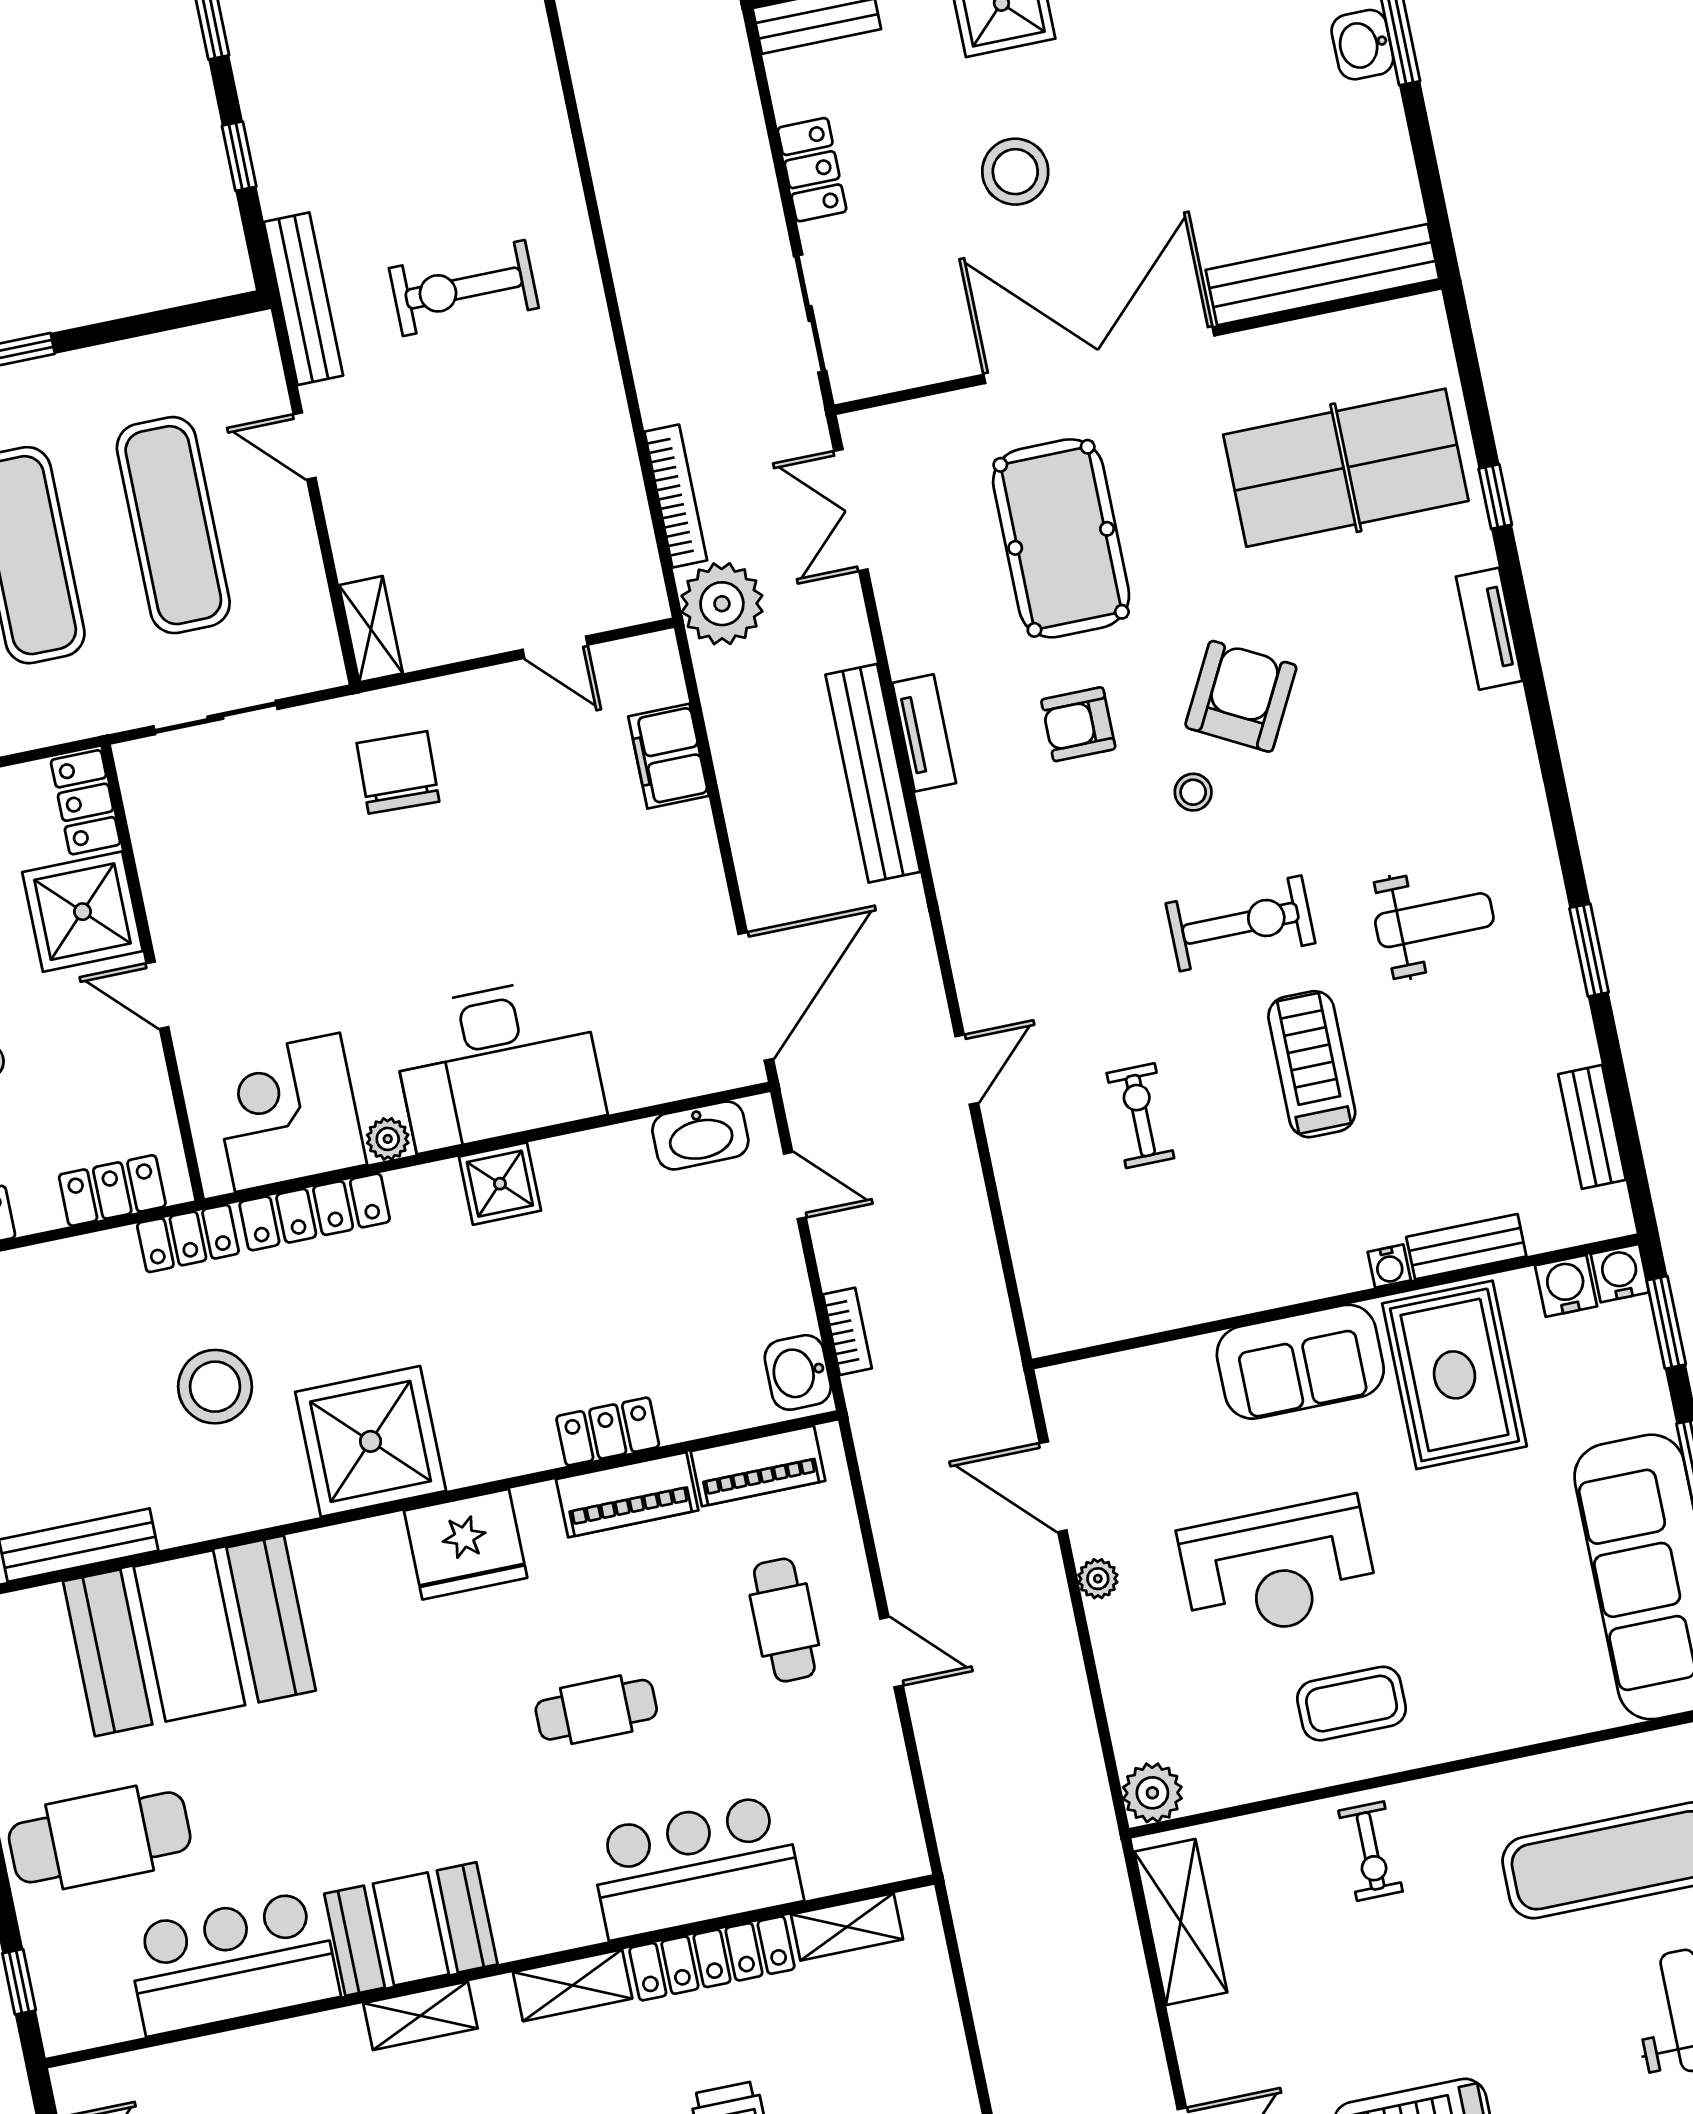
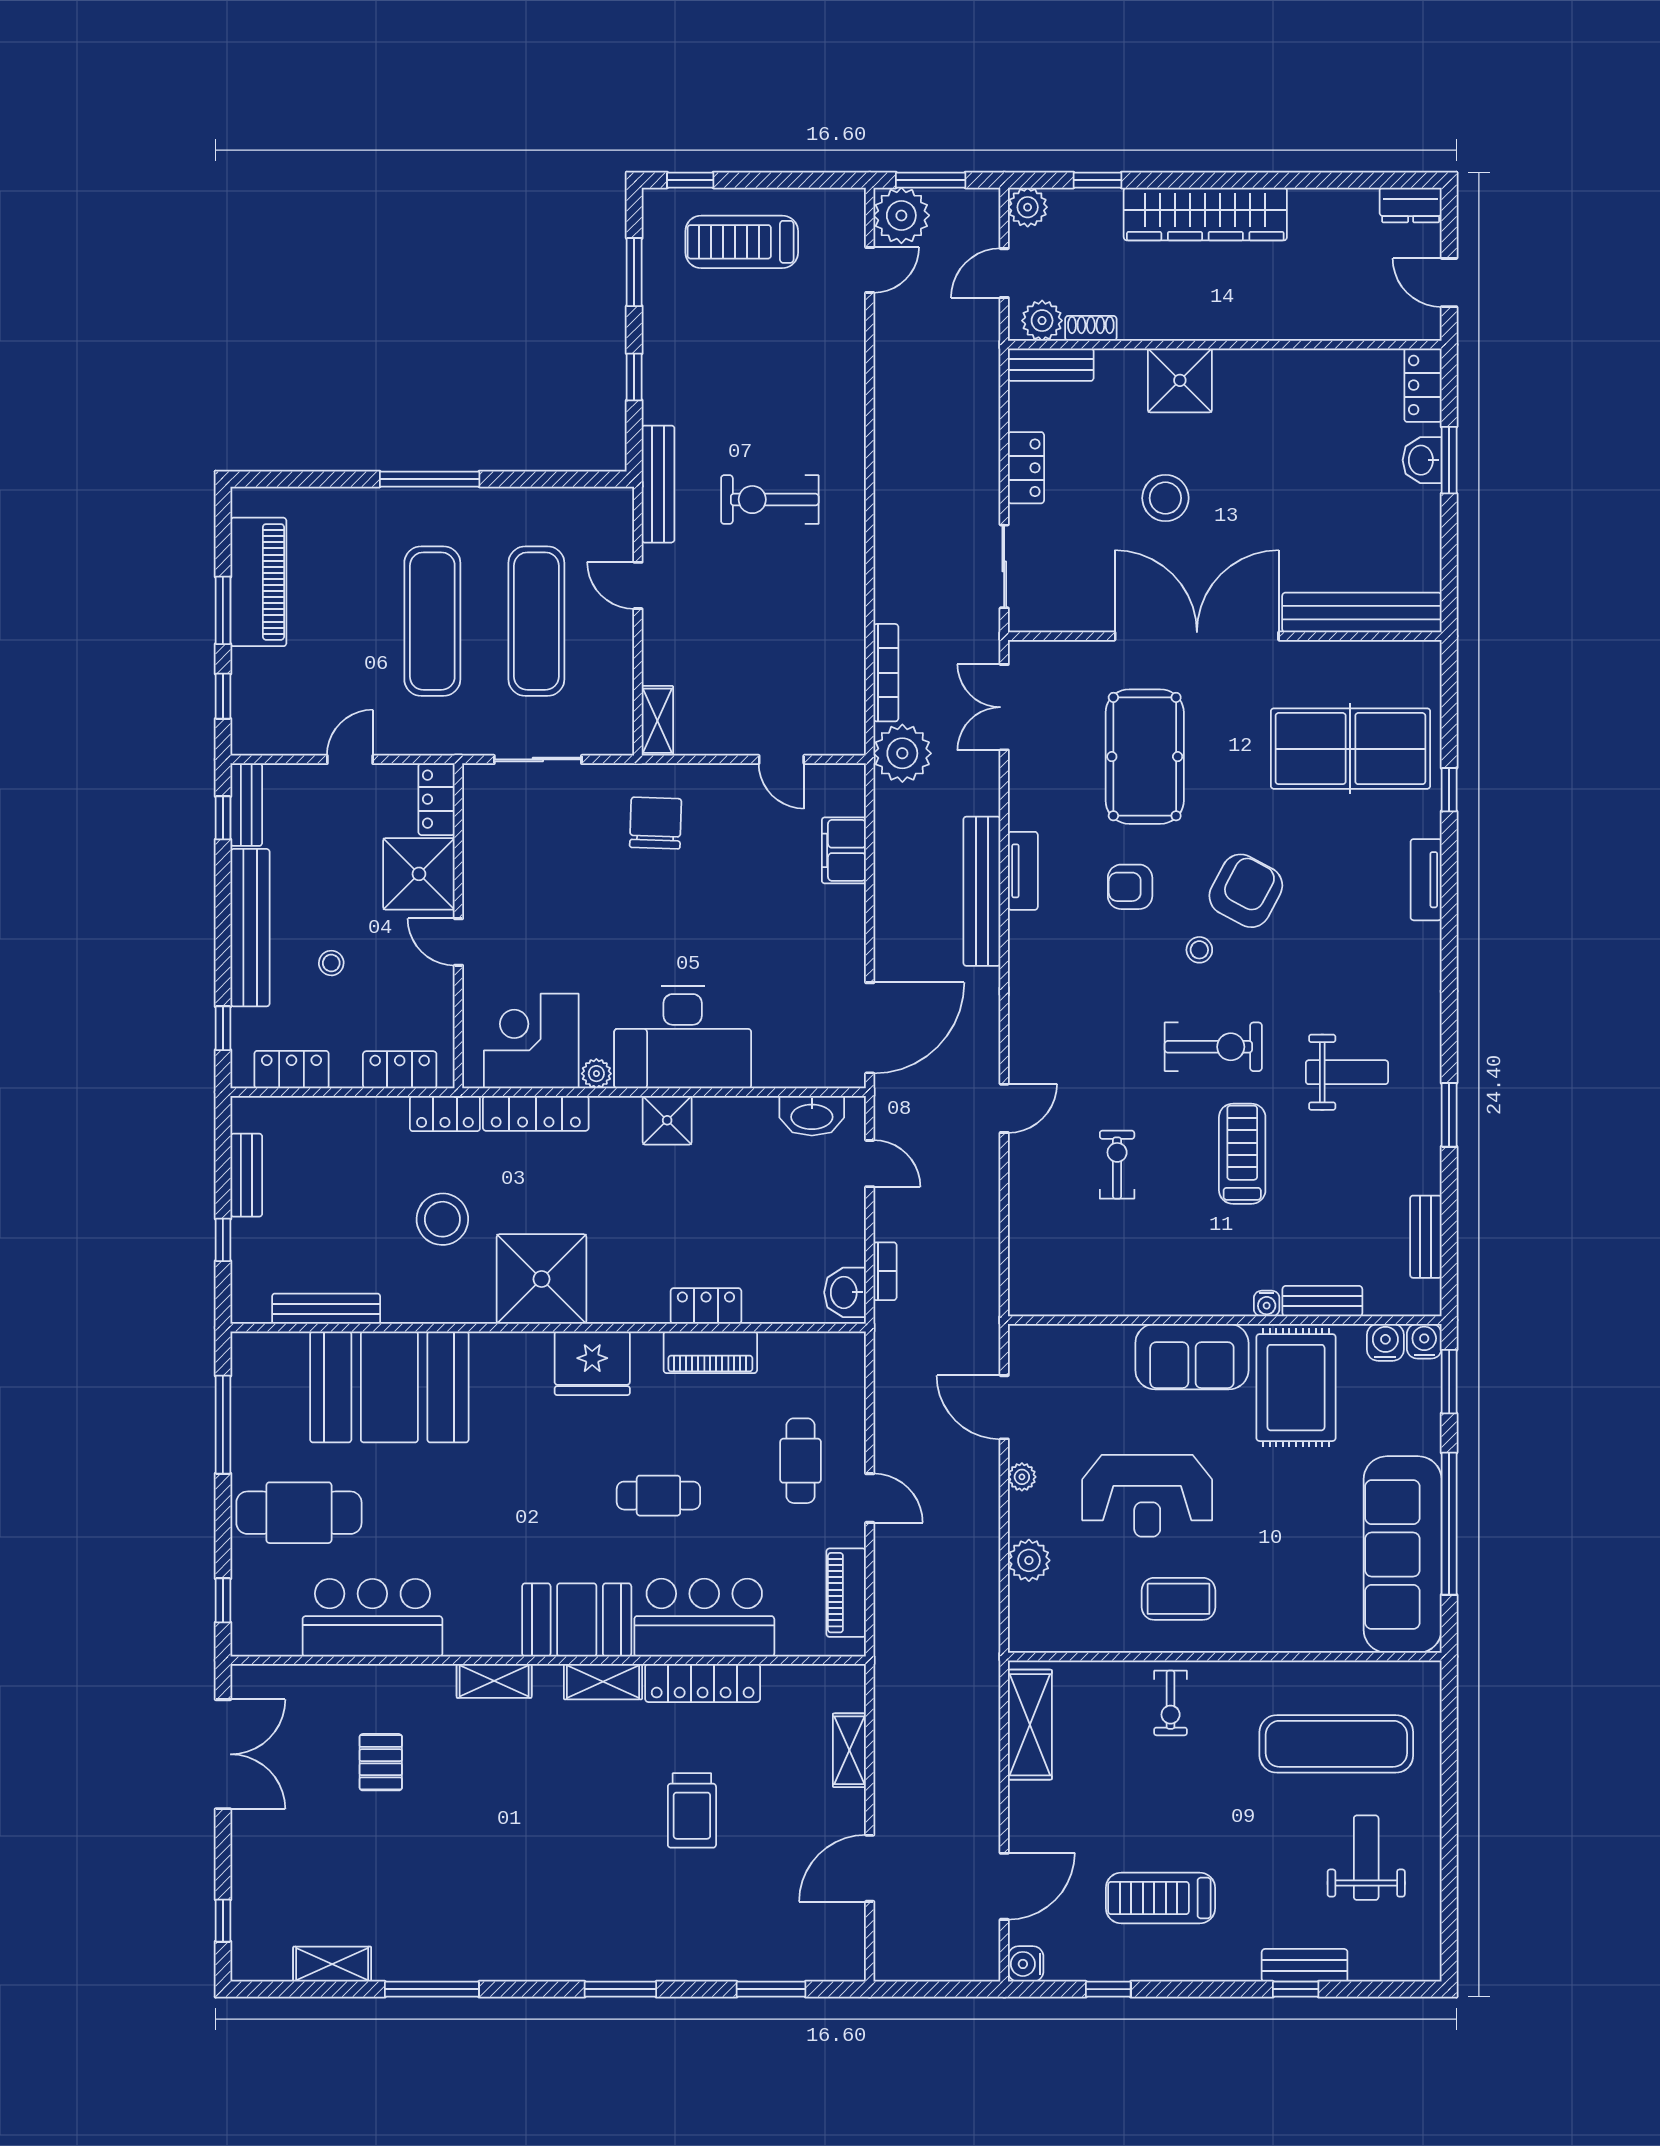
piano: (758, 1466) -> (846, 1593), moved, turned 90
plant: (1152, 1793) -> (1029, 1560), moved
shelving: (847, 1927) -> (849, 1750), moved, turned 90
booth: (411, 1929) -> (577, 1620), moved

